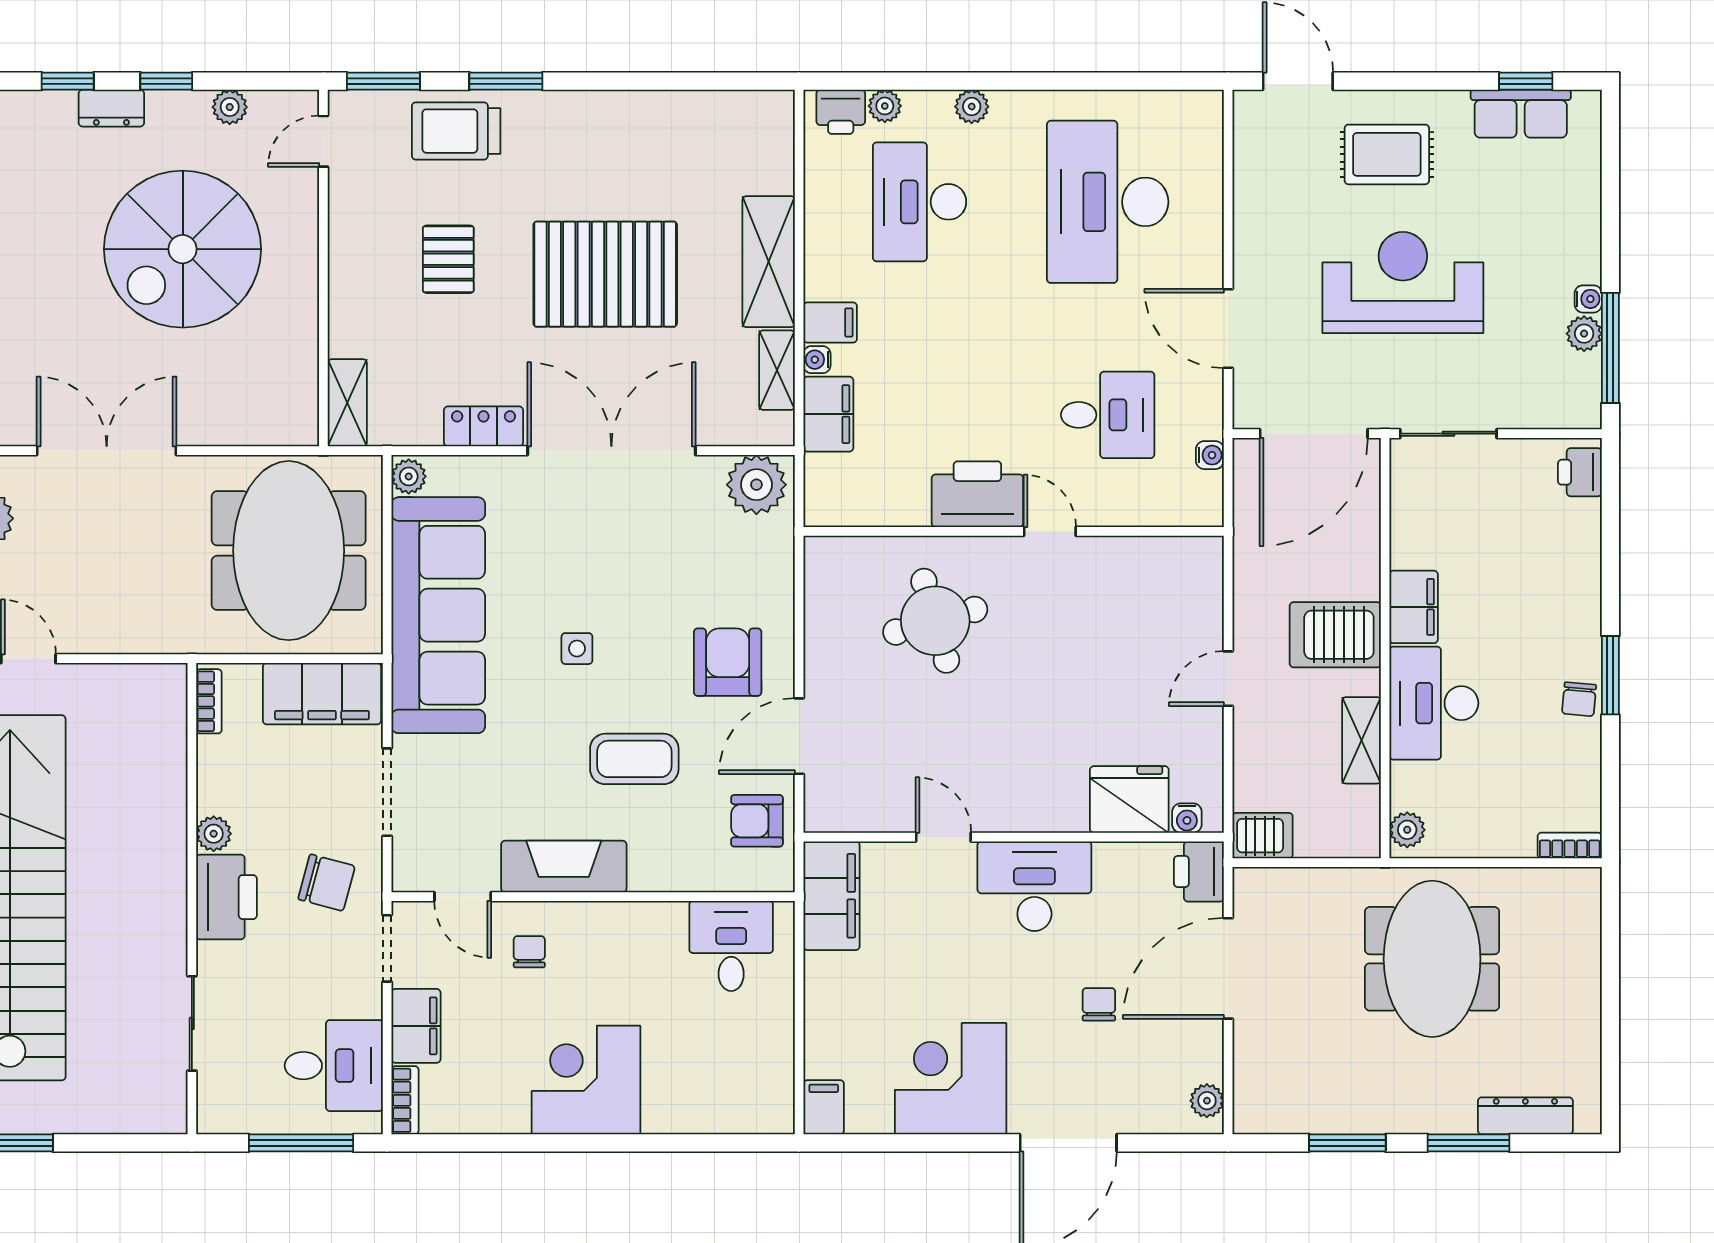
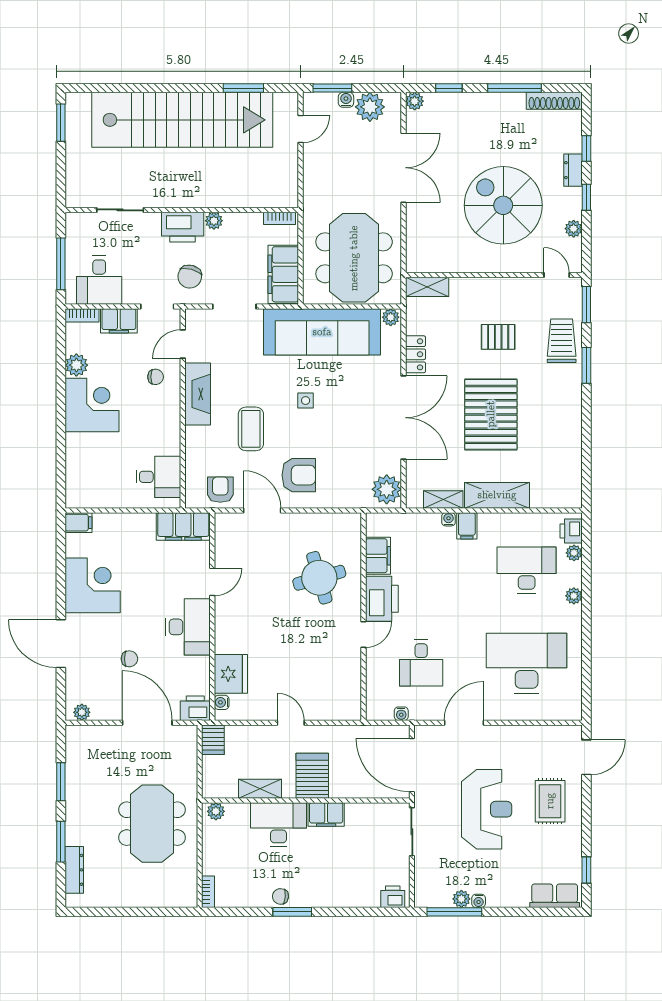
row of seats: (1521, 114) -> (555, 896), moved, turned 90
filing cabinet: (828, 414) -> (378, 556), moved, turned -90
meeting table: (289, 551) -> (354, 258), turned 90
meeting table: (1432, 959) -> (152, 824), turned 90
plant: (505, 1111) -> (76, 365), added

